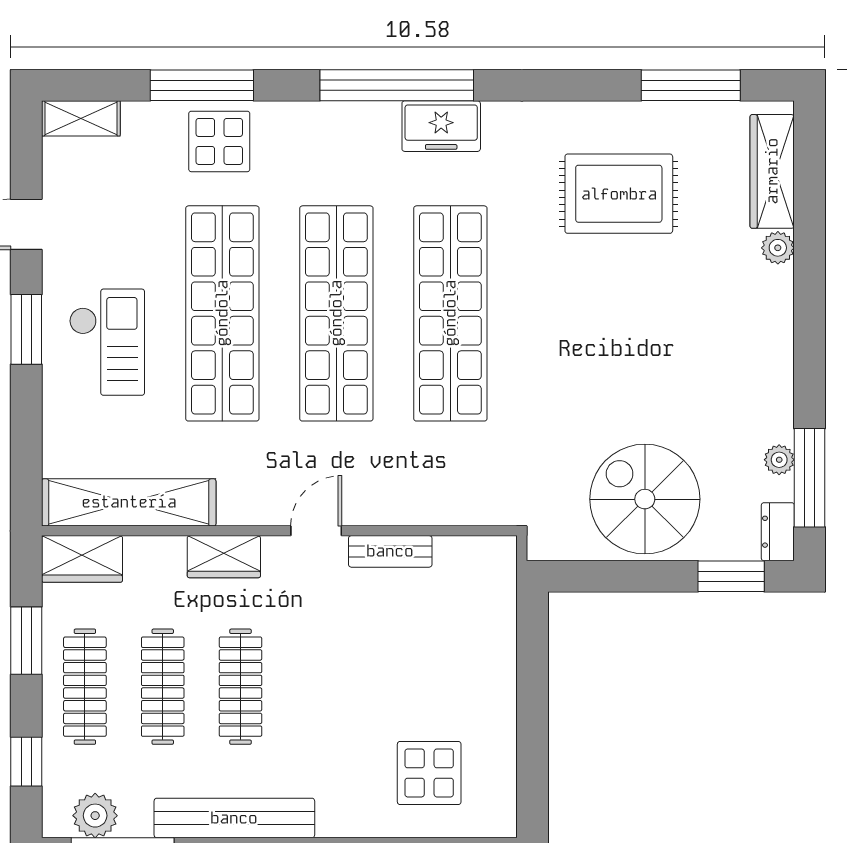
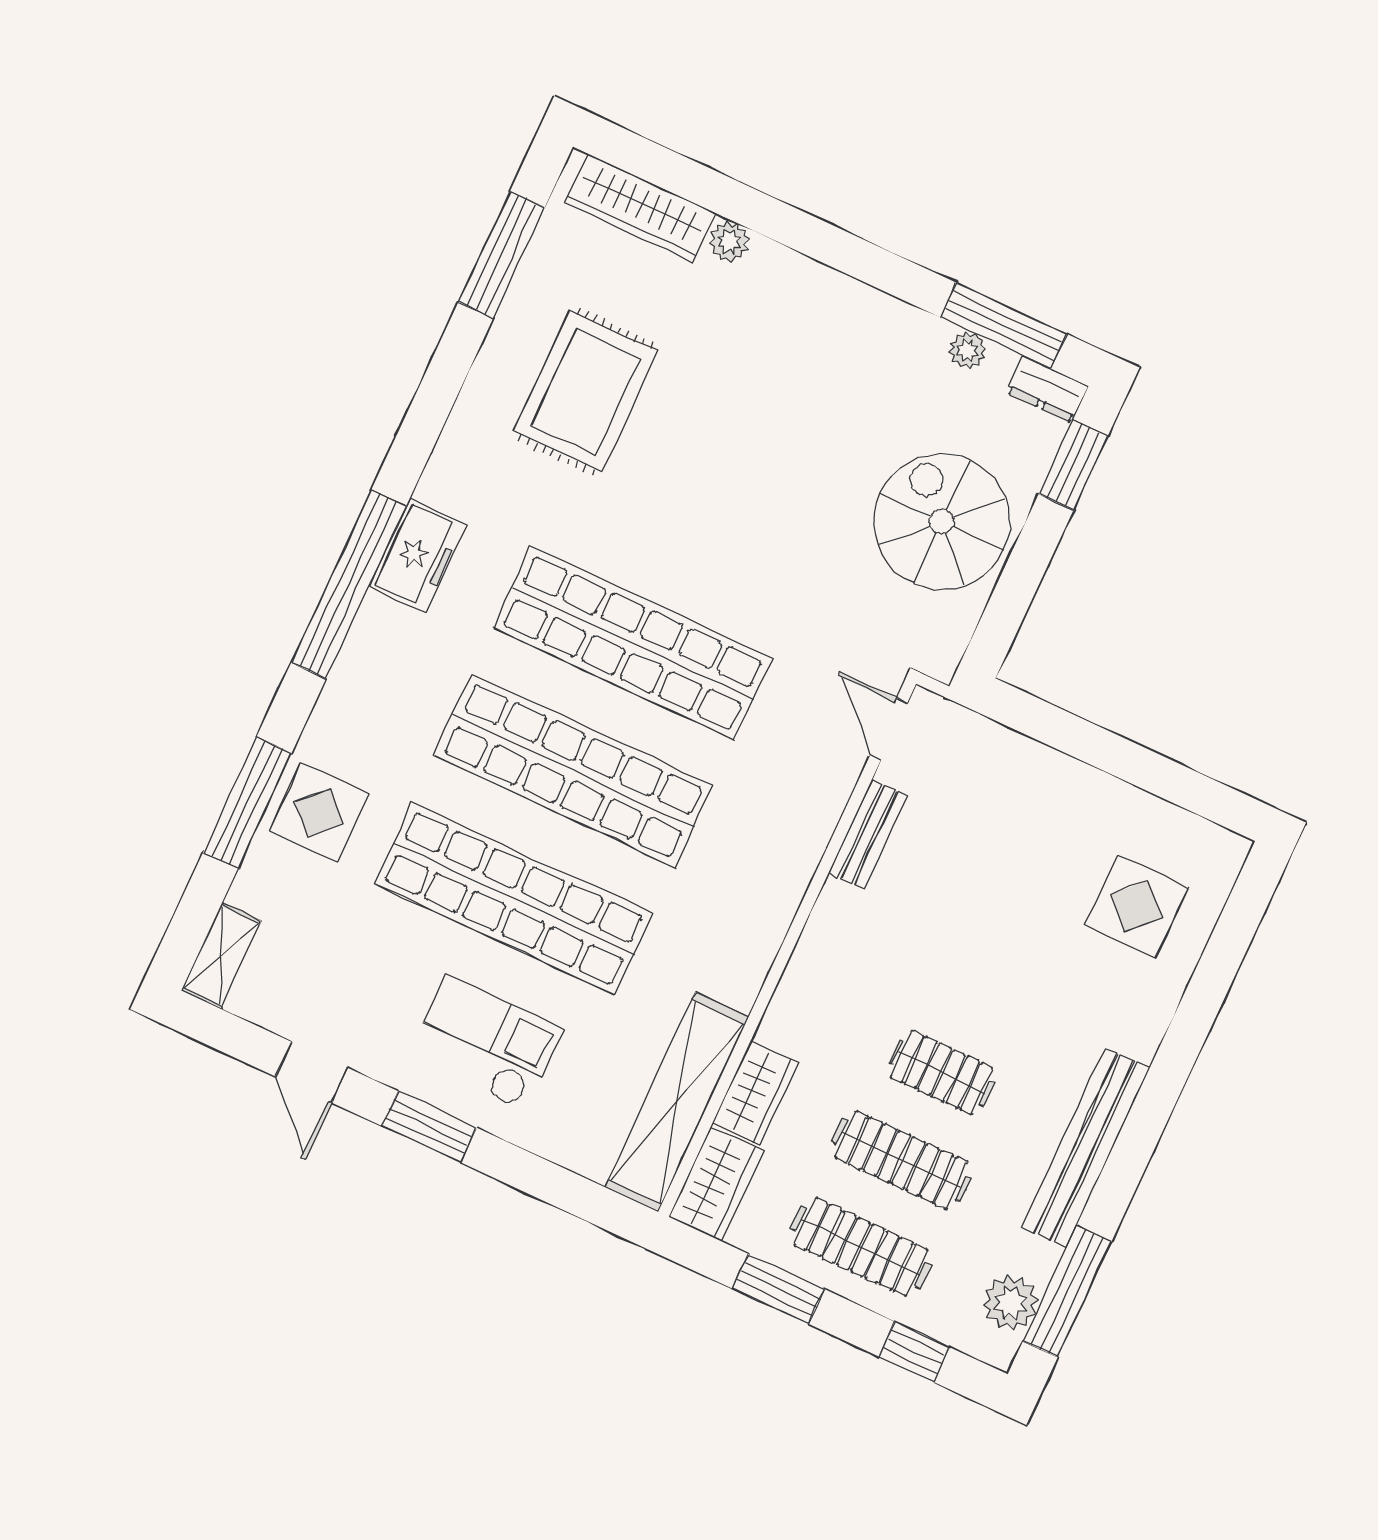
spiral stairs: (645, 499) -> (942, 521), turned 90
door: (316, 531) -> (889, 729), moved
wardrobe: (224, 557) -> (755, 1093), moved
clothes rail: (240, 687) -> (942, 1073), width x0.73

